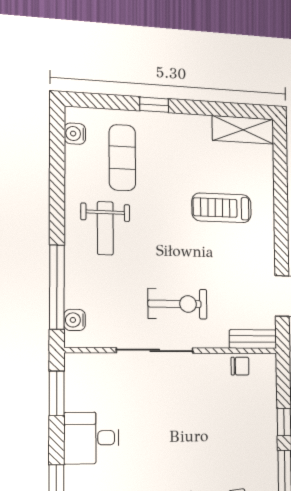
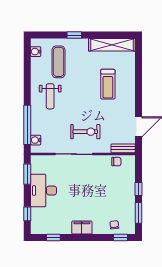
shelving: (243, 130) -> (112, 45), width x1.47
treadmill: (222, 208) -> (108, 84), turned -90
desk: (91, 438) -> (44, 191), width x1.37

